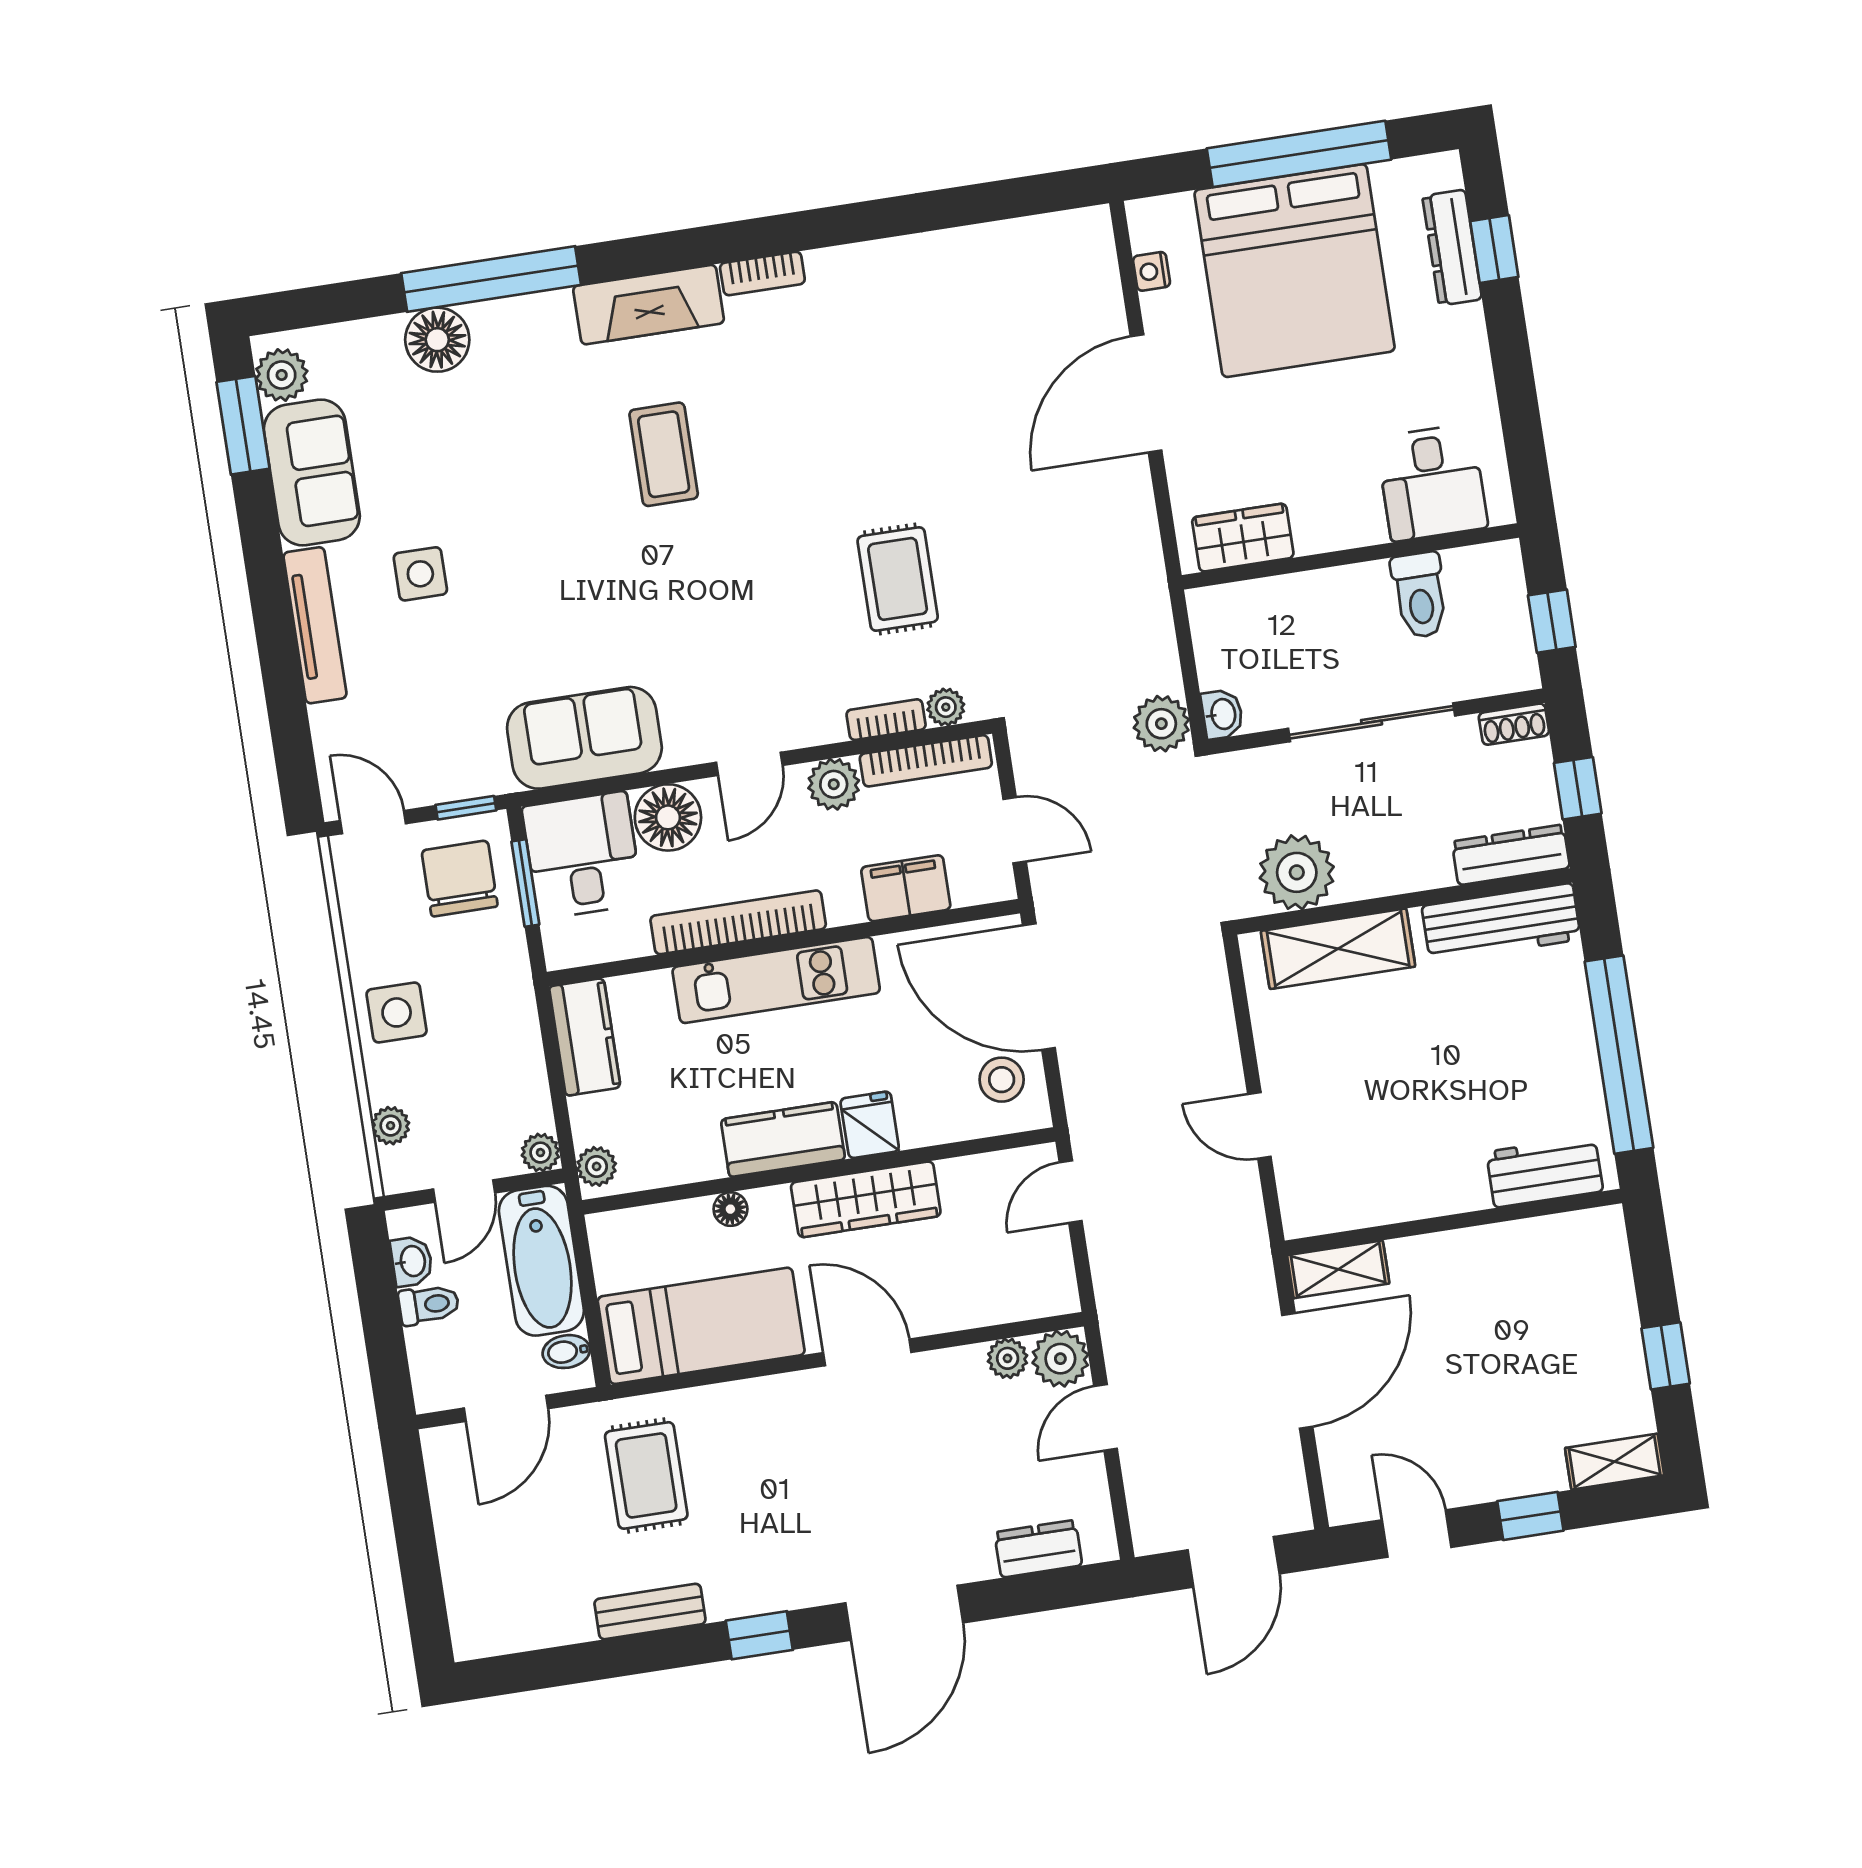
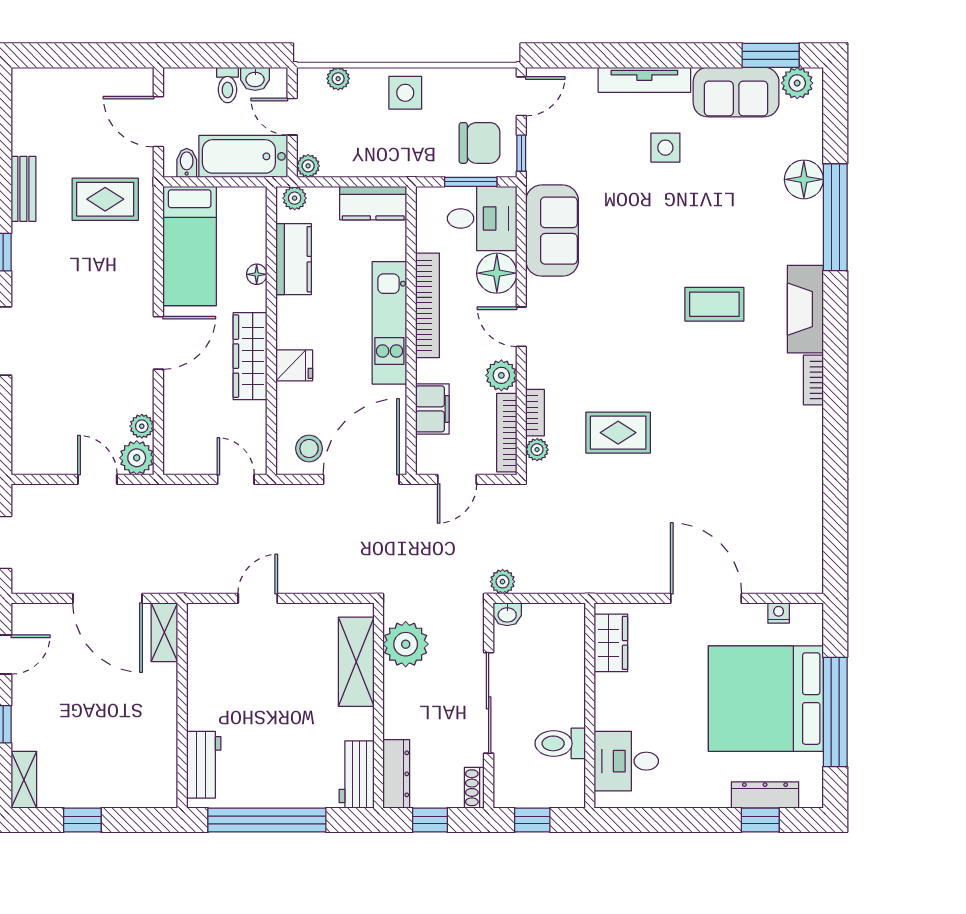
plant: (1161, 724) -> (503, 582), width x0.73, depth x0.73
workbench: (1501, 923) -> (357, 774), width x0.73
kitchen counter: (783, 1139) -> (294, 259), moved
dresser: (1038, 1549) -> (25, 427), removed

